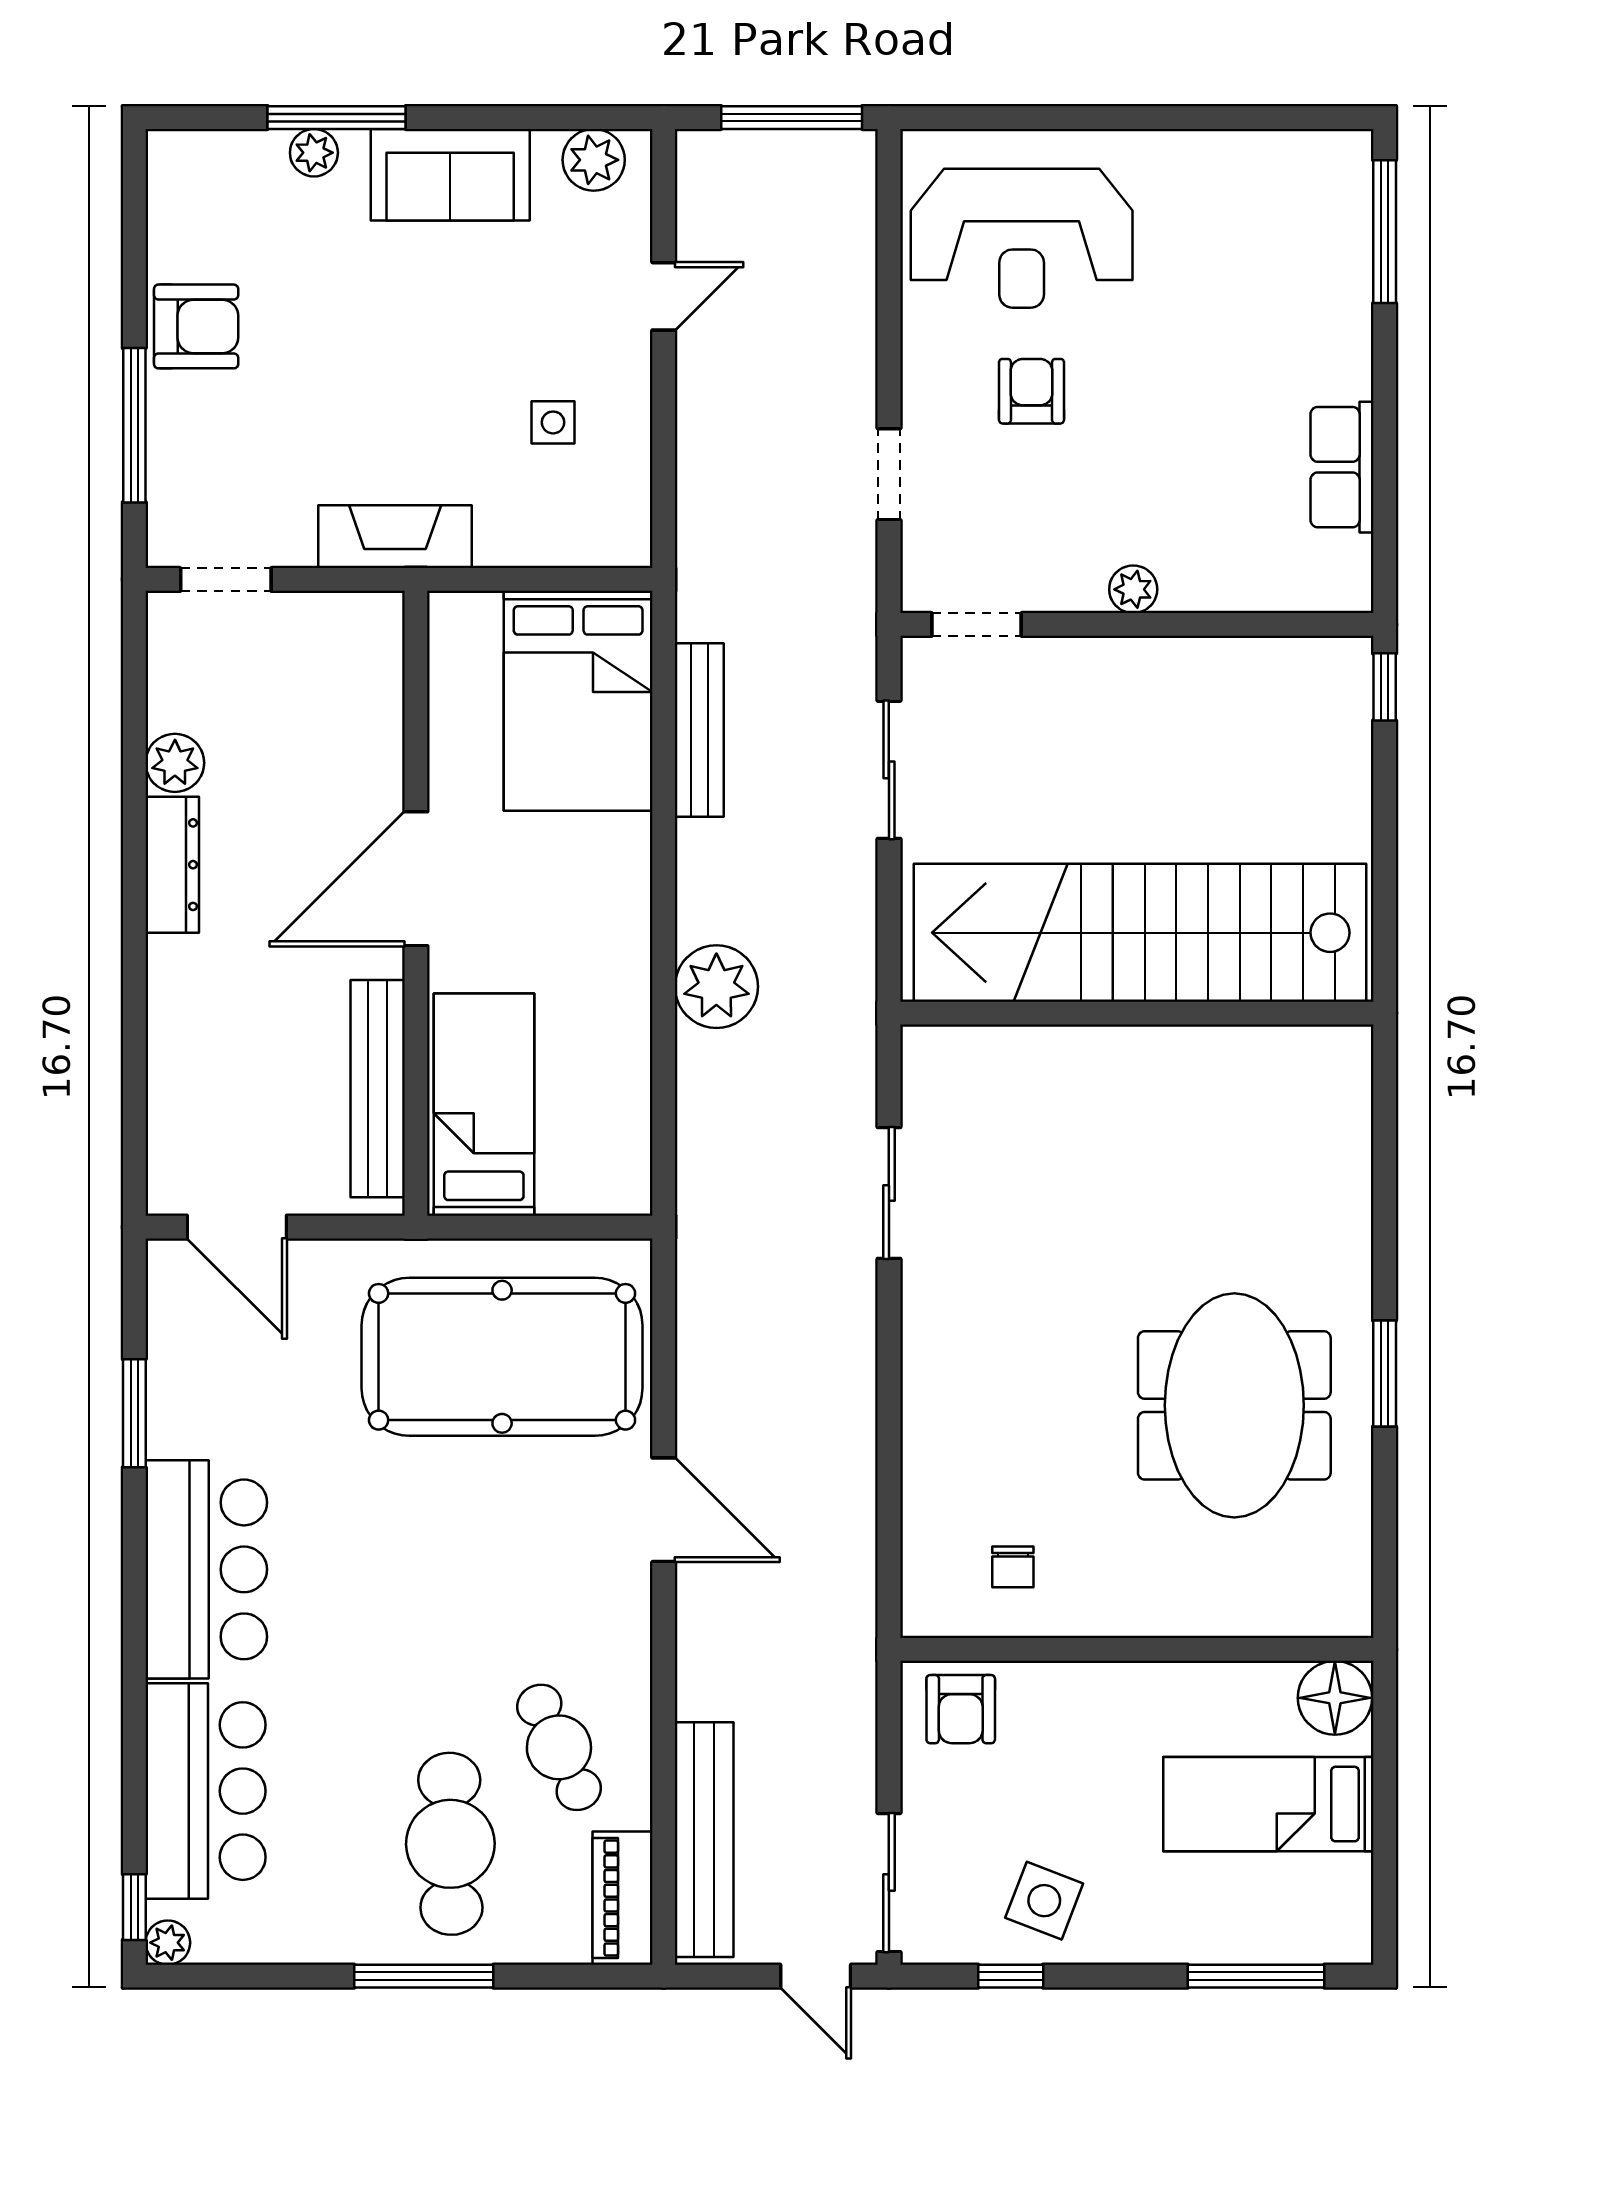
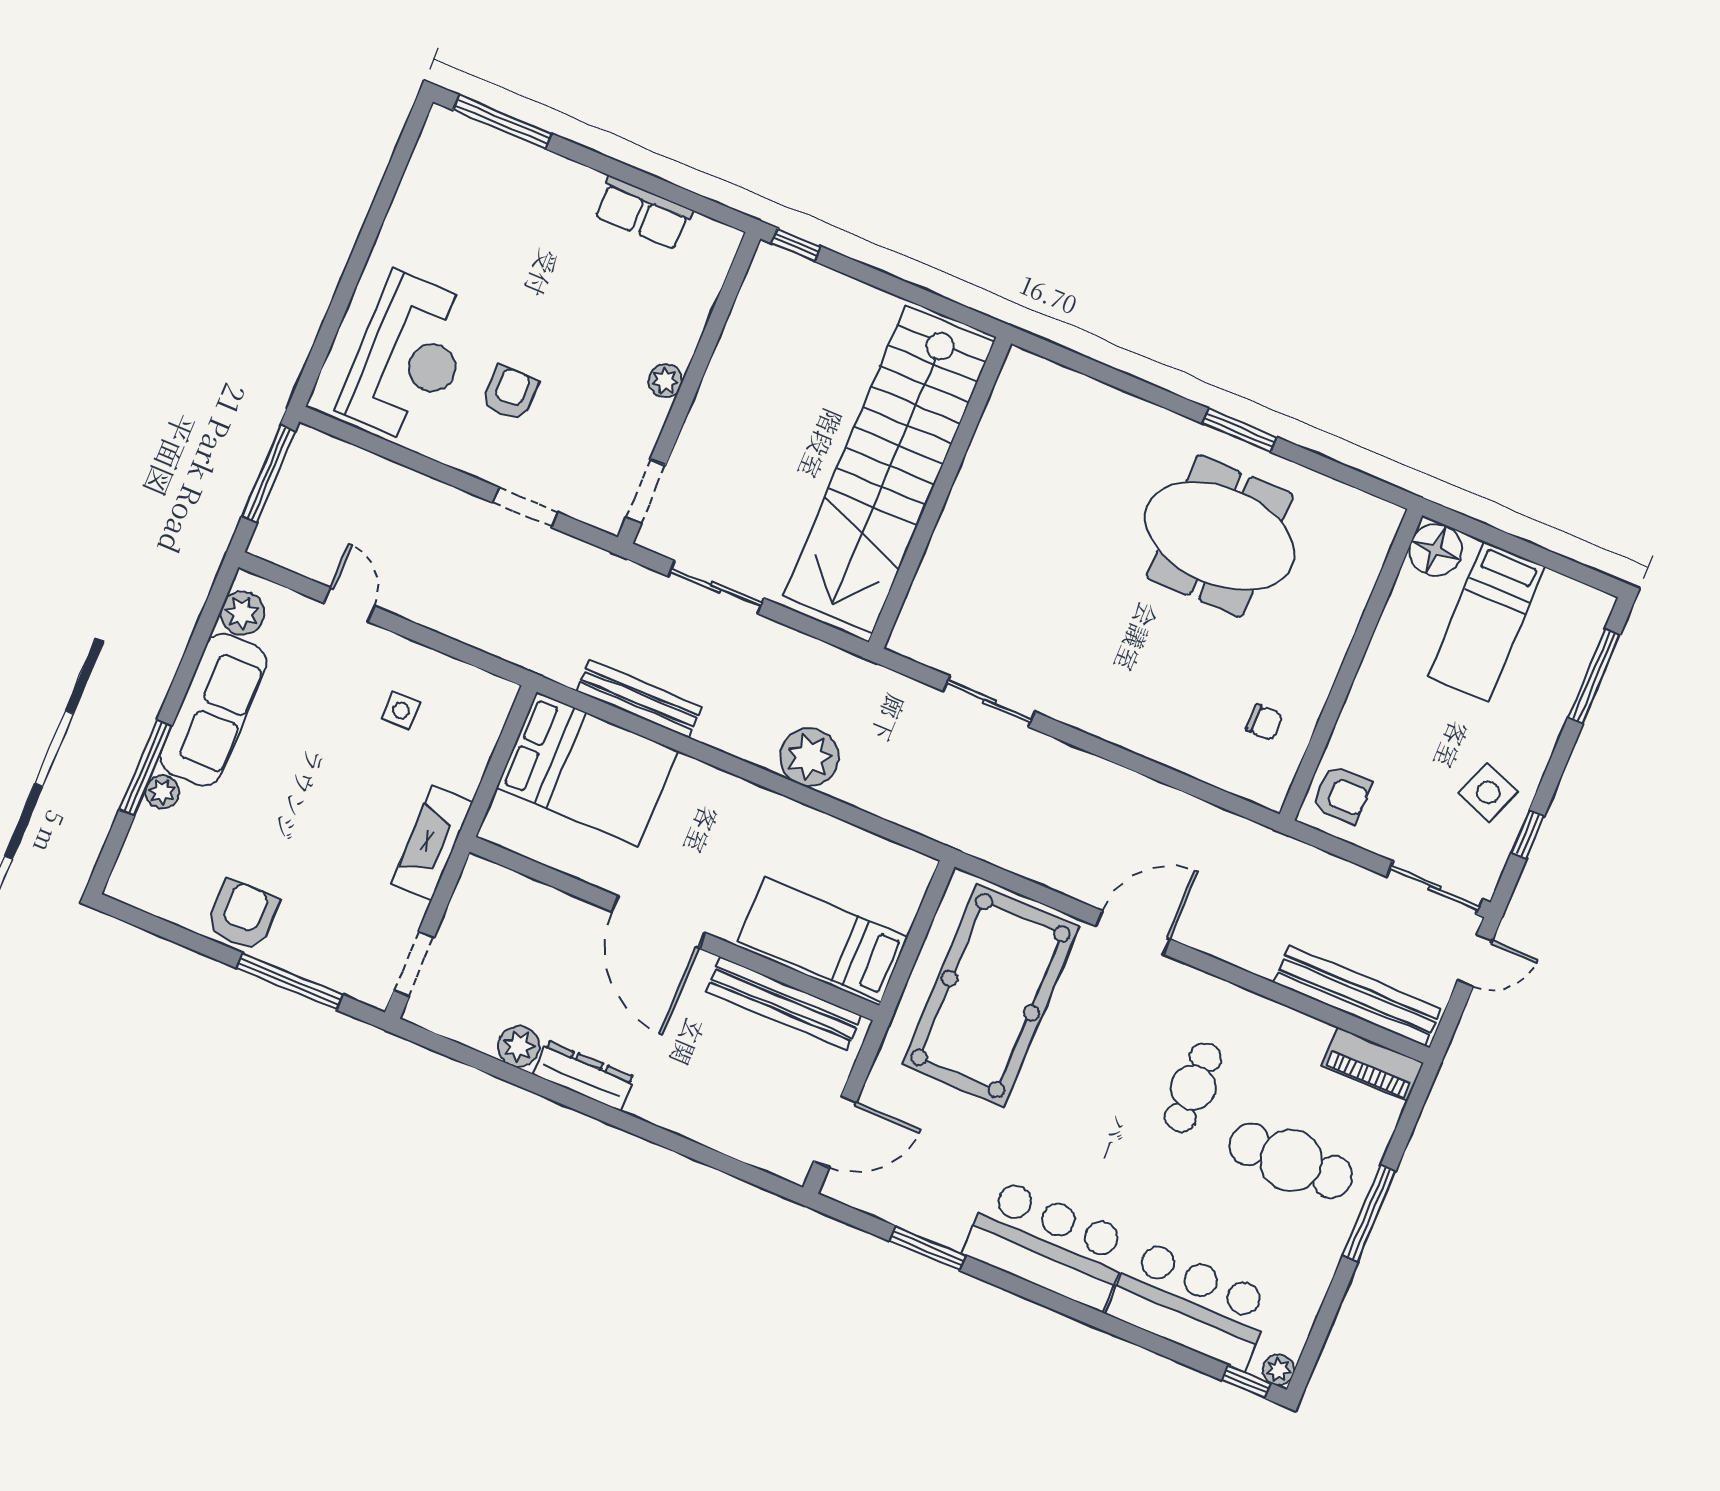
sofa: (450, 175) -> (213, 710), width x1.36
armchair: (1031, 391) -> (510, 393), turned 90
cafe table: (559, 1747) -> (1193, 1087), moved, turned -65

